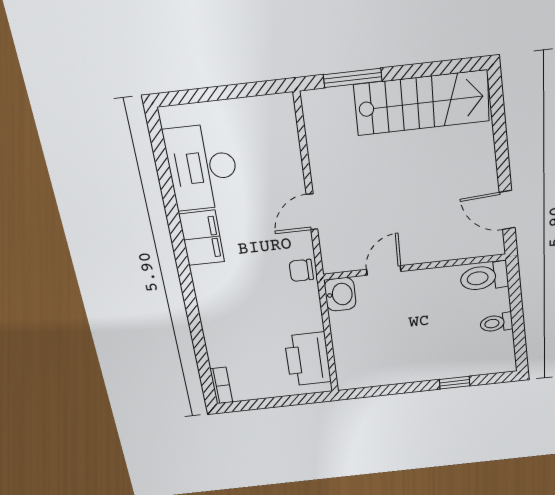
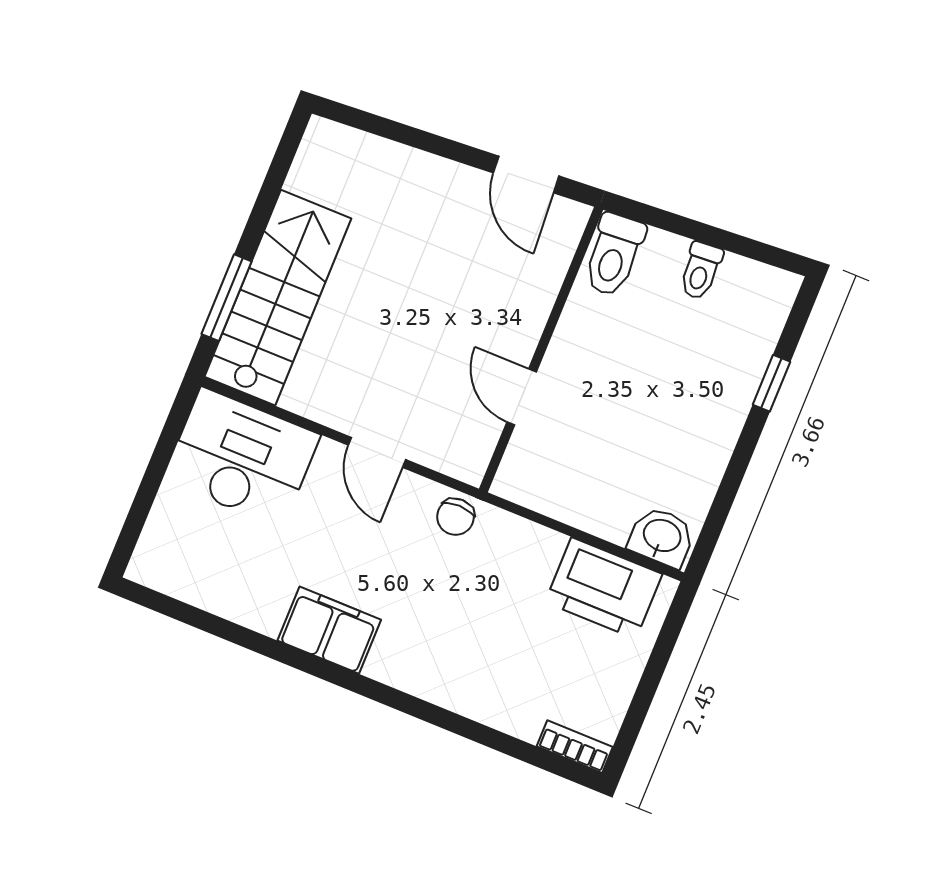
stairs: (422, 103) -> (278, 298), moved
desk: (202, 168) -> (242, 457), moved, turned 180
door: (507, 210) -> (526, 174), hinge flipped
washbasin: (340, 294) -> (662, 537), moved

